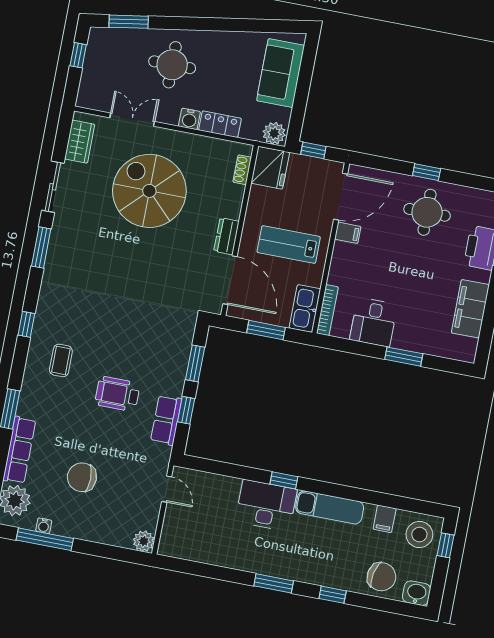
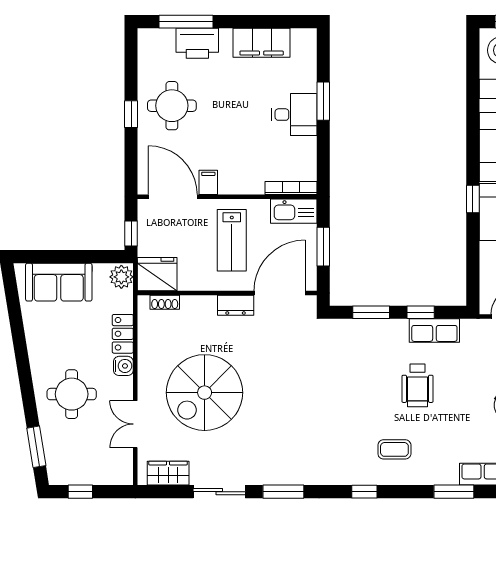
desk: (373, 322) -> (294, 115), moved

